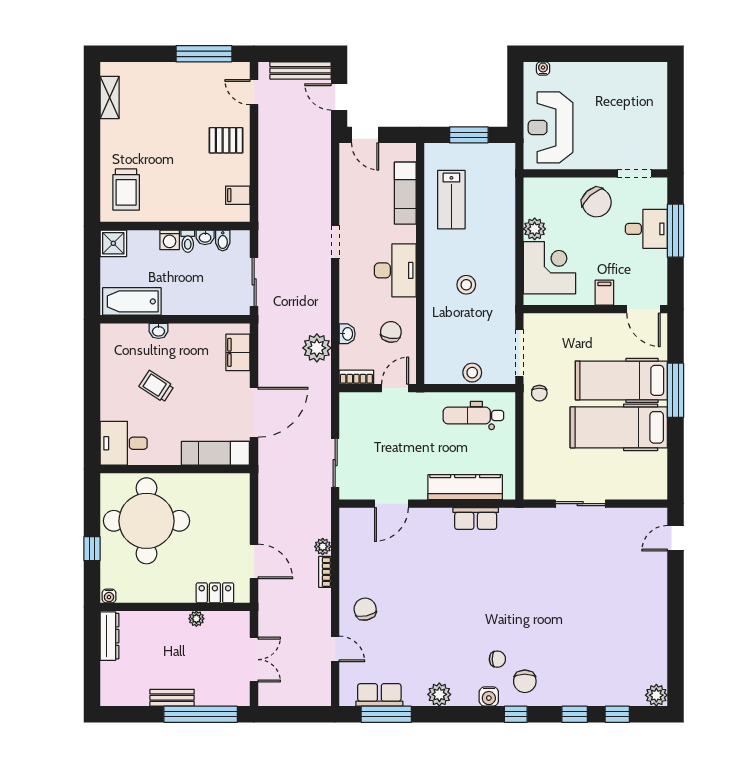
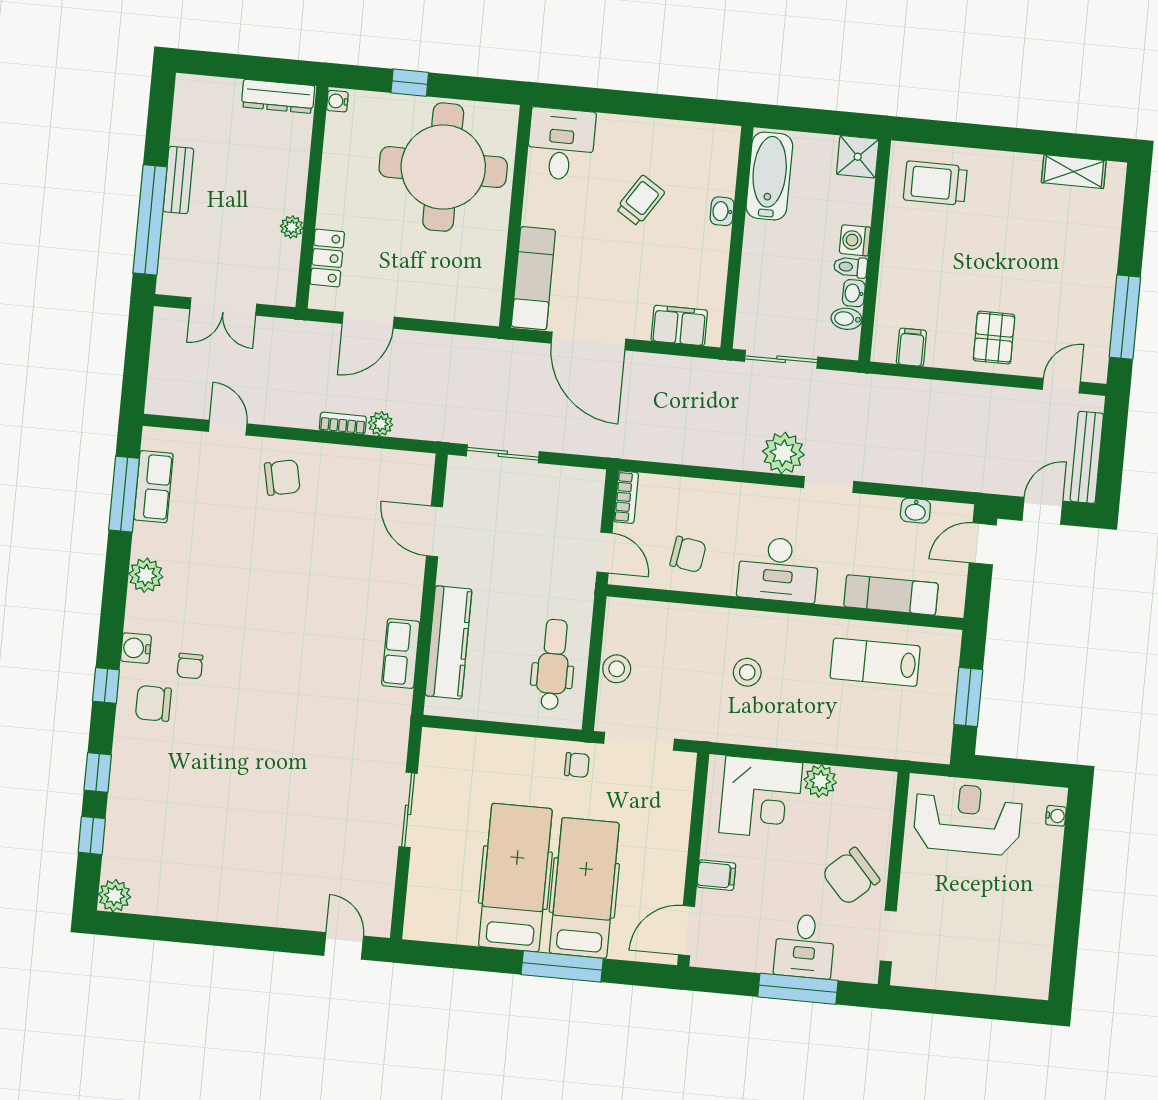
washbasin: (347, 334) -> (915, 511), moved
plant: (317, 348) -> (783, 453), moved
chair: (539, 393) -> (577, 765), turned 180
door: (335, 649) -> (228, 428), swing flipped

